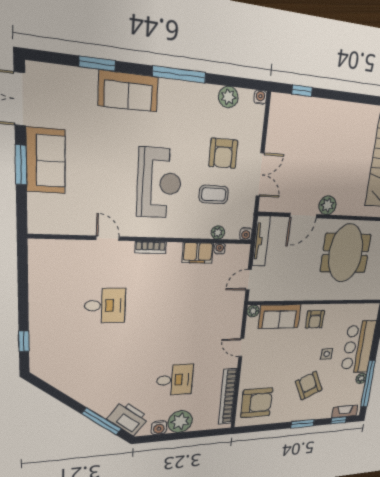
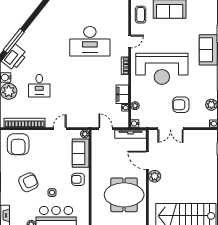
reception desk: (159, 183) -> (162, 69), width x1.36, depth x1.30
coffee table: (214, 195) -> (141, 15), moved
desk: (105, 306) -> (90, 41), width x1.87, depth x1.30

